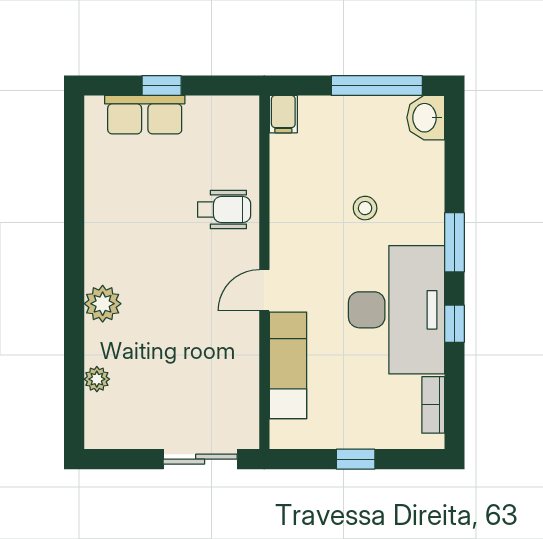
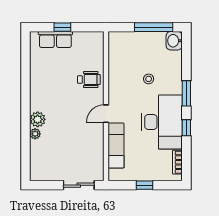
filing cabinet: (283, 114) -> (114, 39), removed
plant: (97, 379) -> (35, 134), moved

